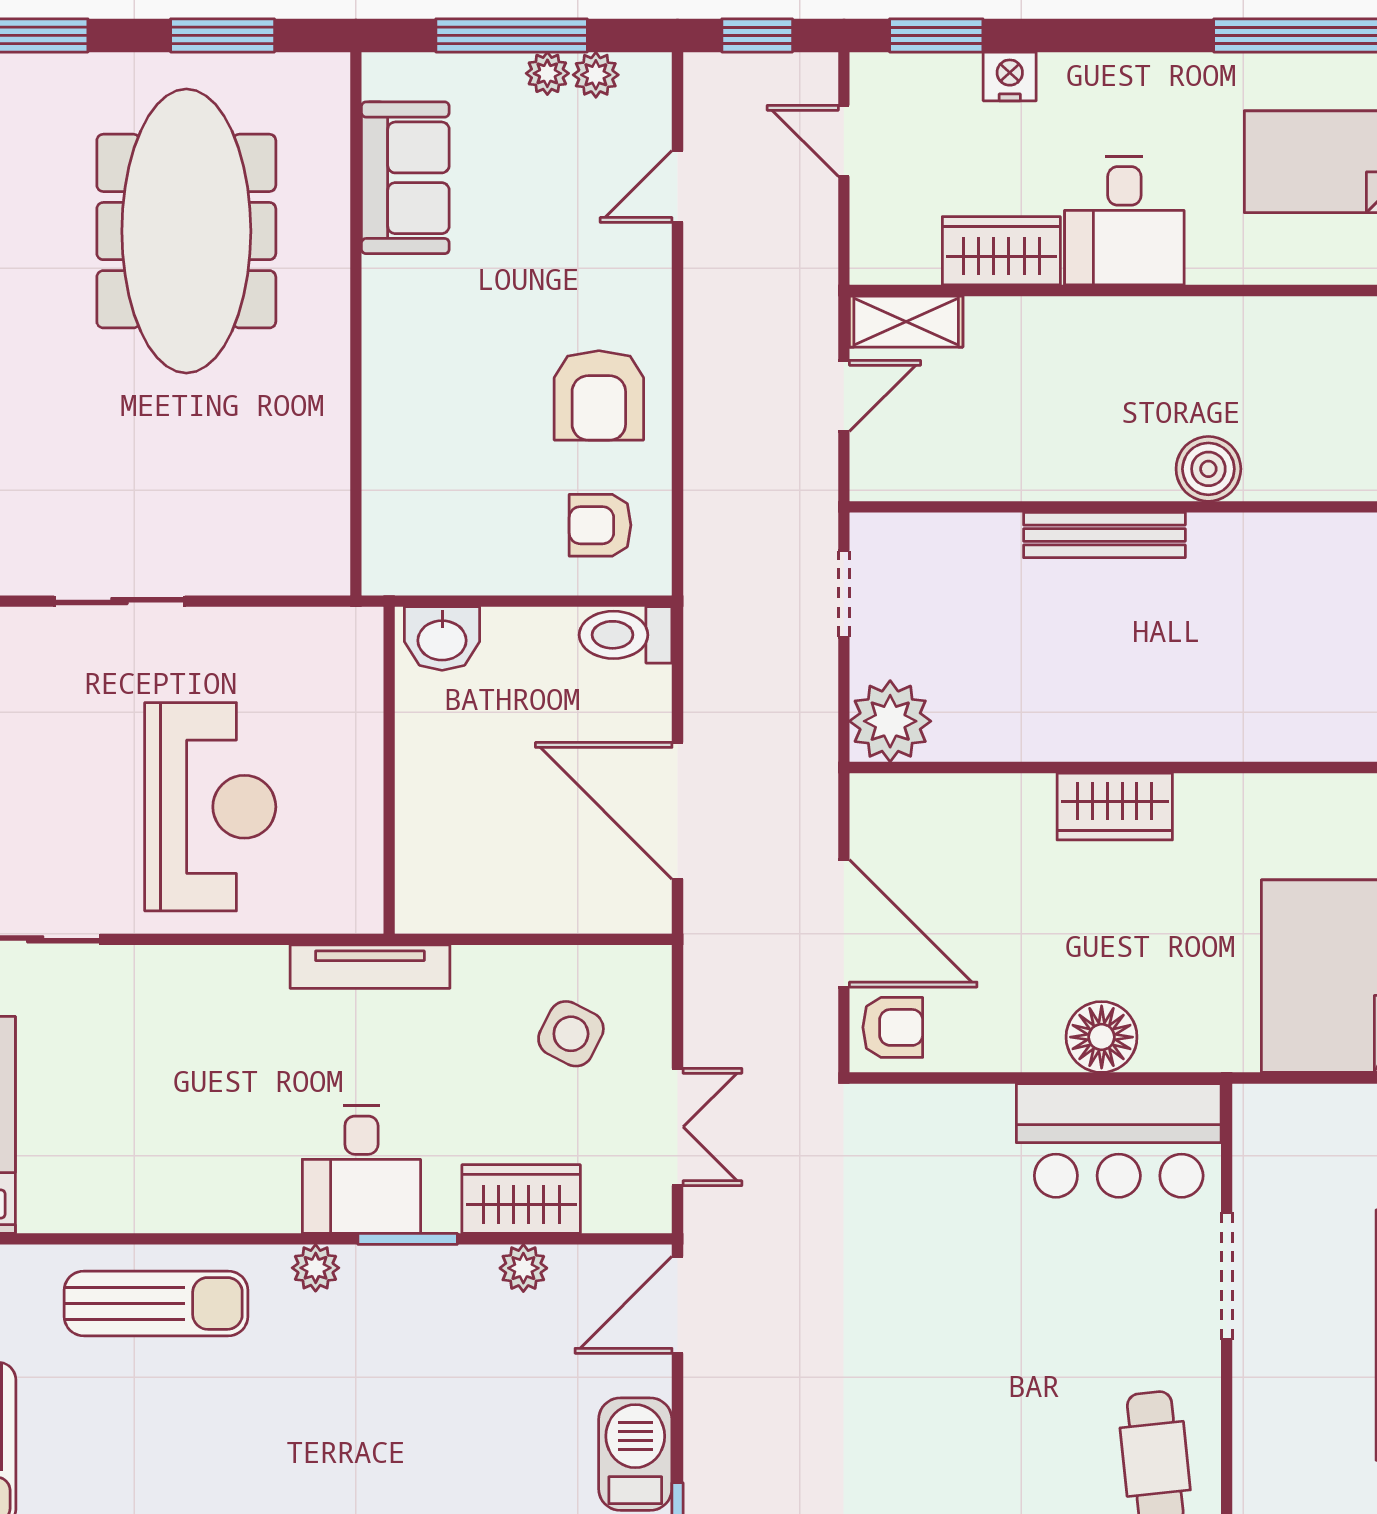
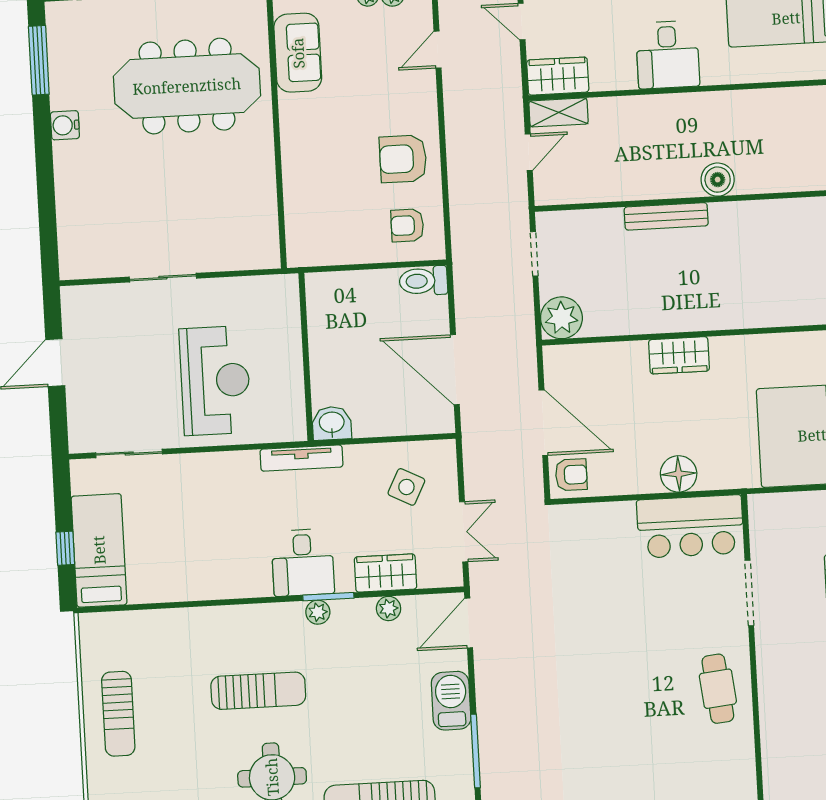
meeting table: (186, 231) -> (187, 86), turned 90
wardrobe: (1001, 251) -> (558, 76), moved
armchair: (599, 395) -> (403, 159), turned 90
washbasin: (442, 639) -> (332, 423), moved, turned 180
plant: (316, 1268) -> (318, 612), moved
sun lounger: (156, 1303) -> (258, 691), moved

